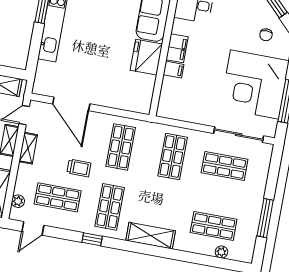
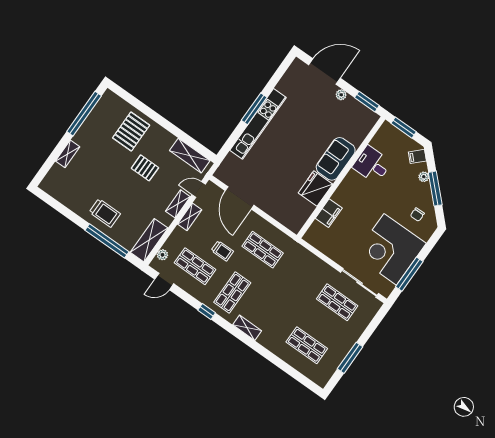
filing cabinet: (177, 48) -> (343, 193), removed
filing cabinet: (174, 70) -> (329, 213), width x2.00
shop shelf: (121, 147) -> (263, 250), turned 90
shop shelf: (173, 157) -> (300, 276), removed
shelving: (151, 236) -> (247, 328), width x0.67, depth x0.75
plant: (221, 252) -> (303, 369), removed

